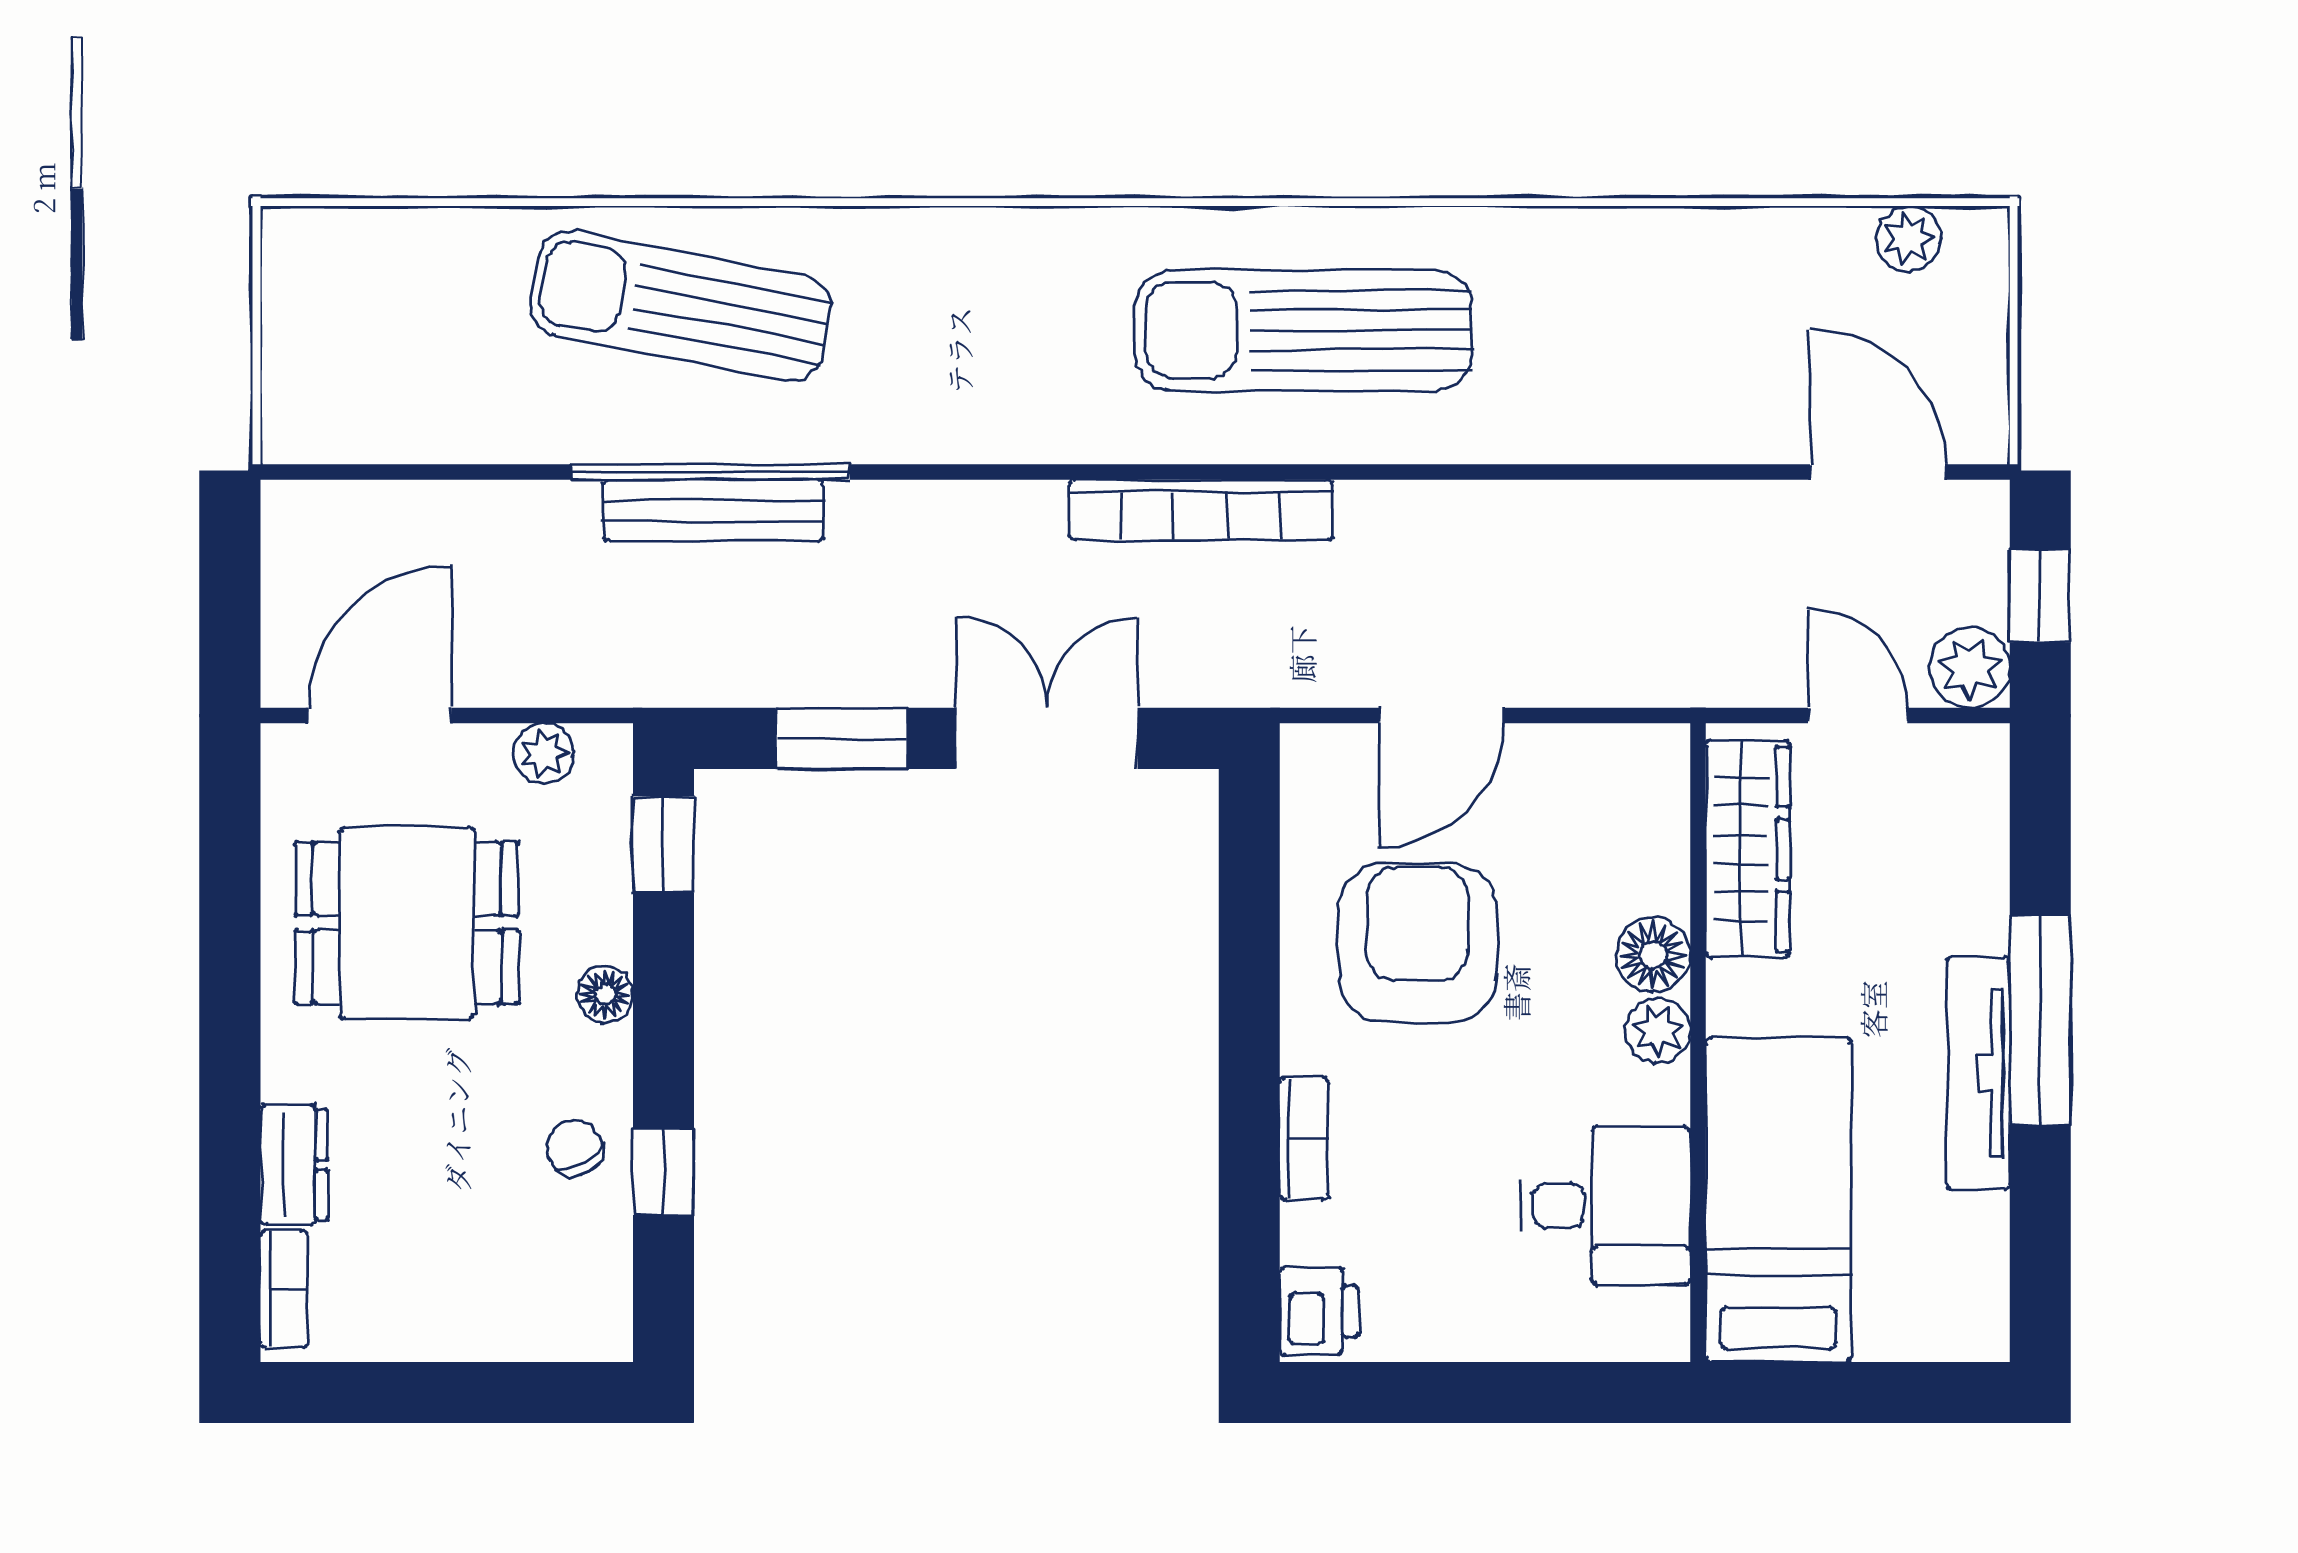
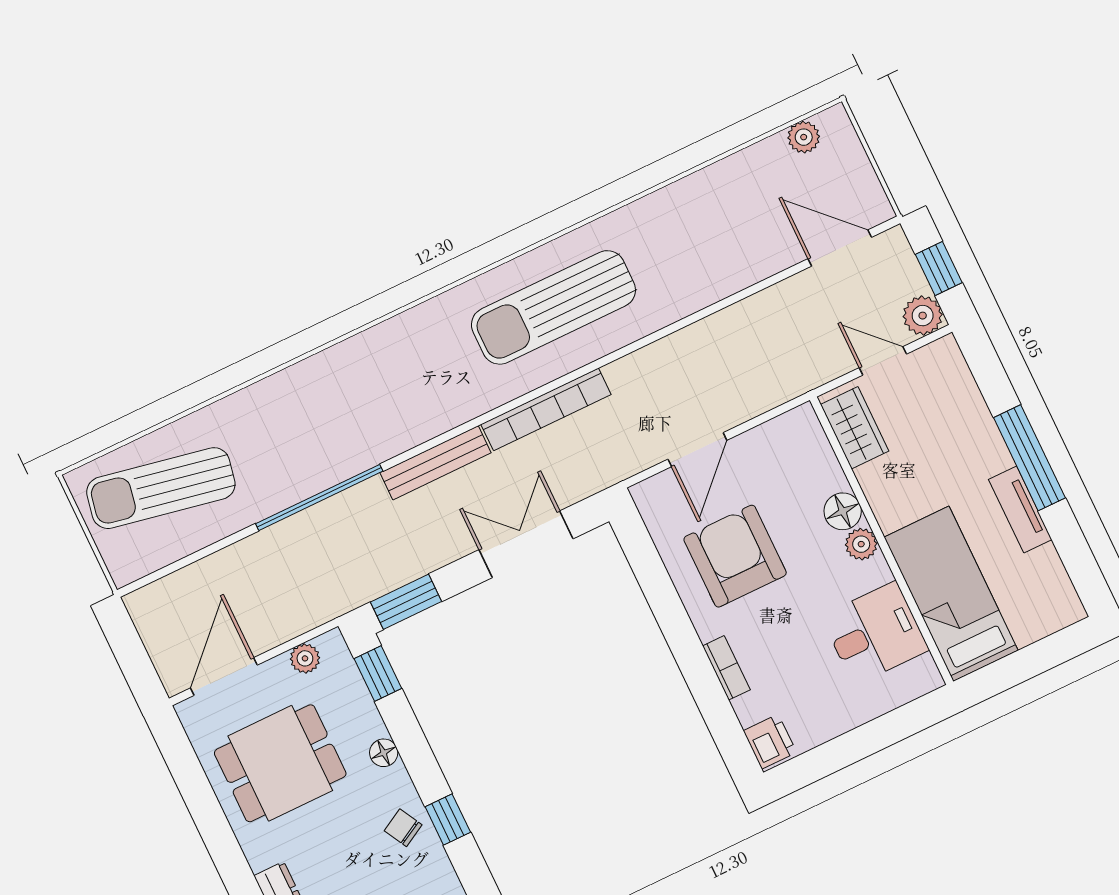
sun lounger: (680, 306) -> (161, 488), moved
bench: (713, 511) -> (435, 463), moved
window: (841, 738) -> (406, 602), moved
wardrobe: (1748, 849) -> (855, 428), width x0.67
tv unit: (1978, 1073) -> (1020, 510), width x0.71

